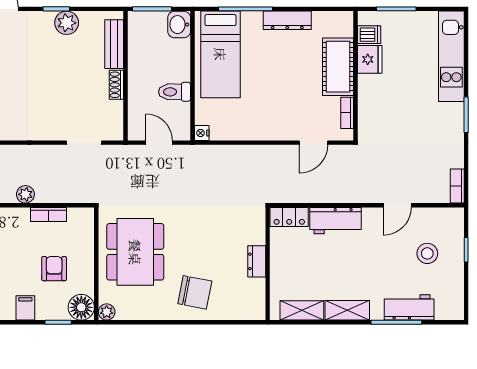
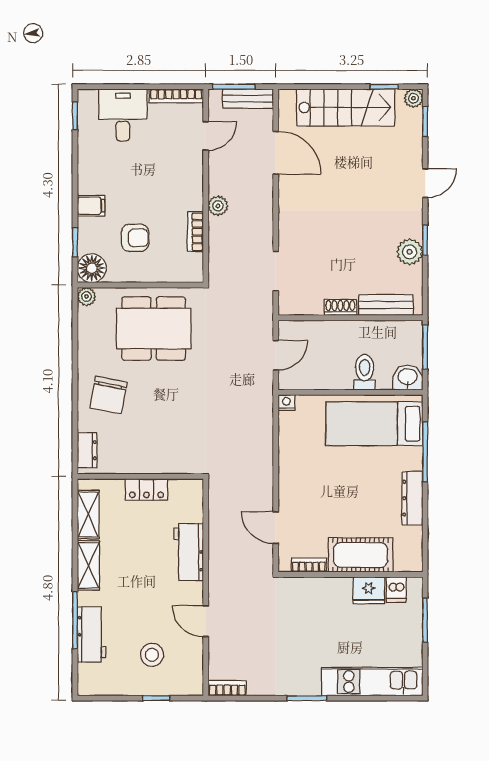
toilet: (174, 92) -> (365, 372), moved
locker: (289, 217) -> (146, 489), moved, turned -90
dresser: (257, 261) -> (87, 450), moved, turned 90

